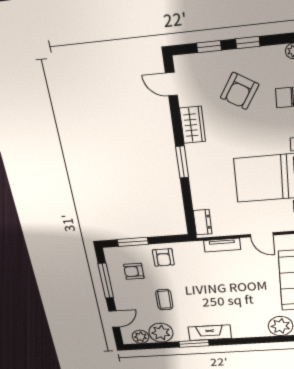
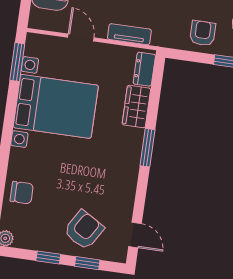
armchair: (240, 91) -> (84, 230), moved
wardrobe: (193, 125) -> (136, 106), moved

